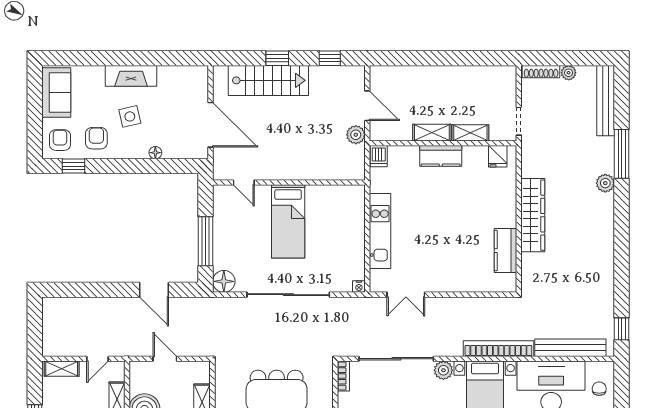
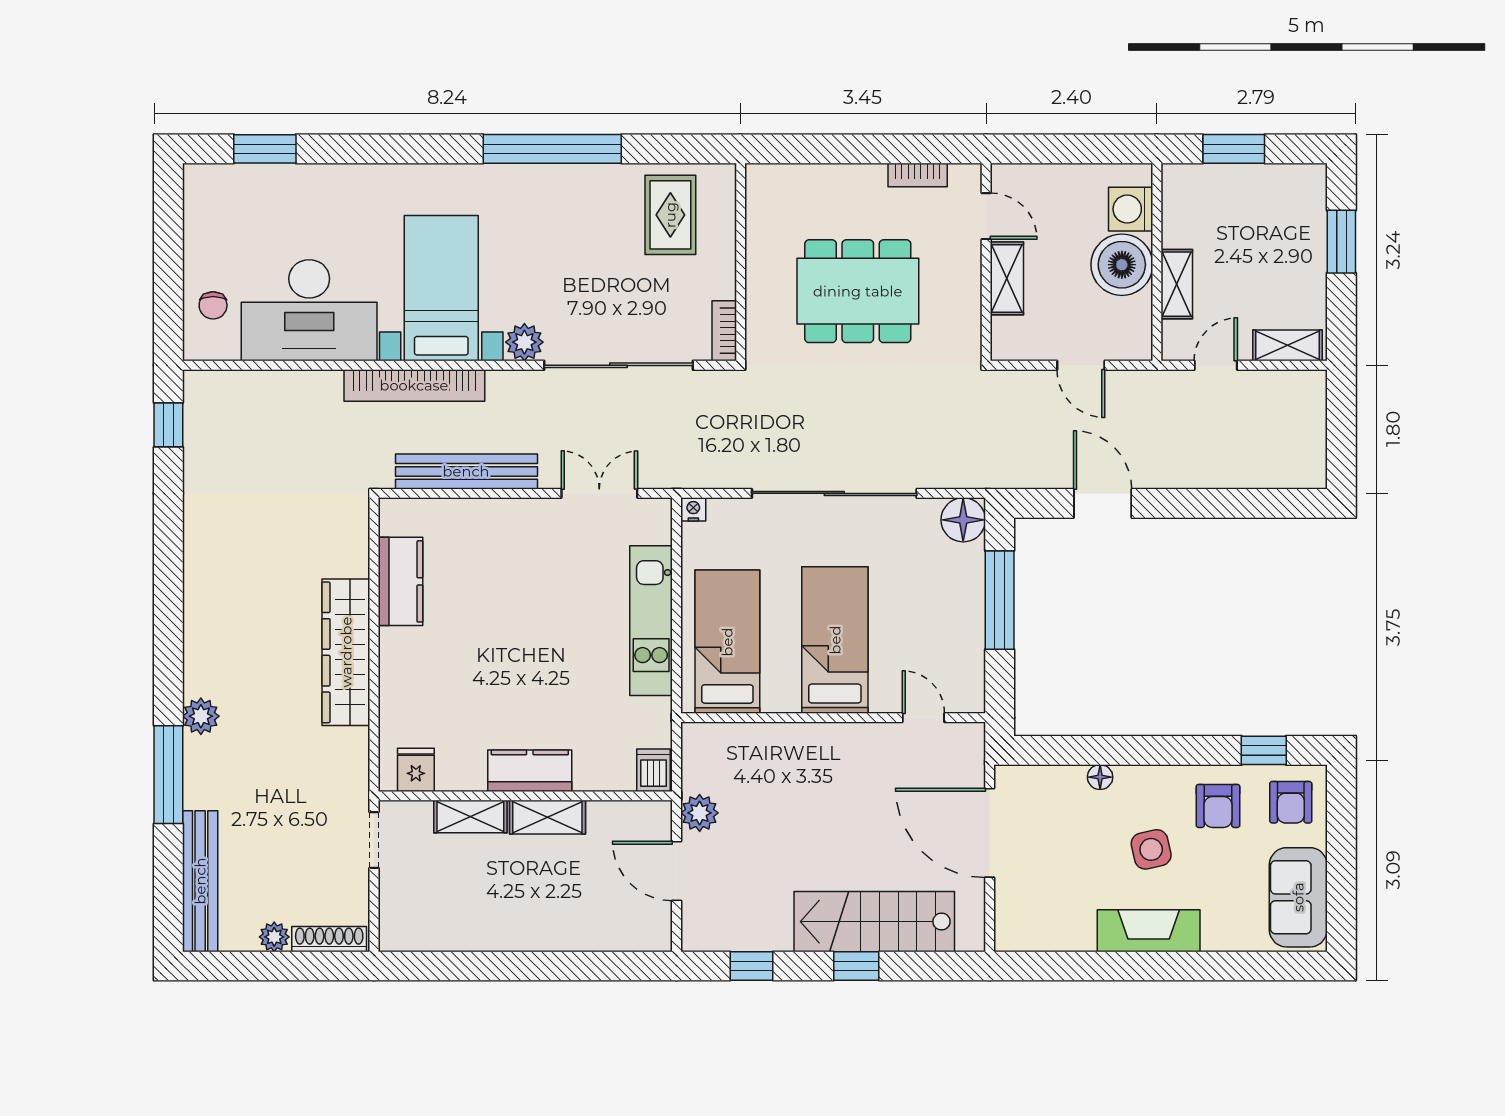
bed: (342, 220) -> (727, 642), added
bench: (570, 348) -> (466, 471), moved

